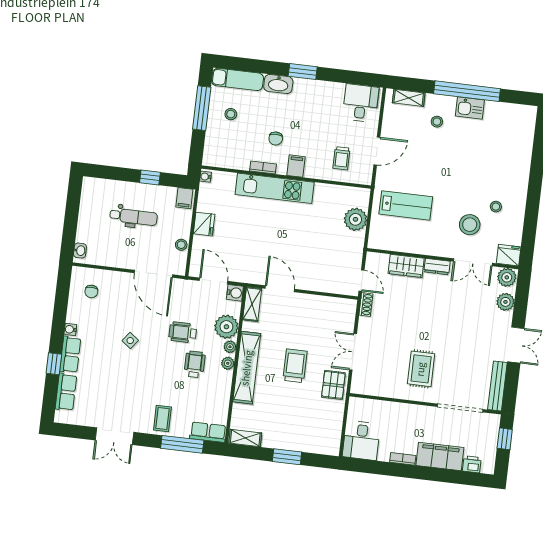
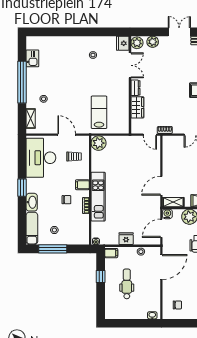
desk: (361, 103) -> (41, 158), width x1.87, depth x1.30
kitchen sink: (470, 108) -> (32, 58), moved
plant: (355, 219) -> (99, 143), moved
stool: (470, 225) -> (106, 70), removed
door: (361, 280) -> (150, 135), swing flipped

